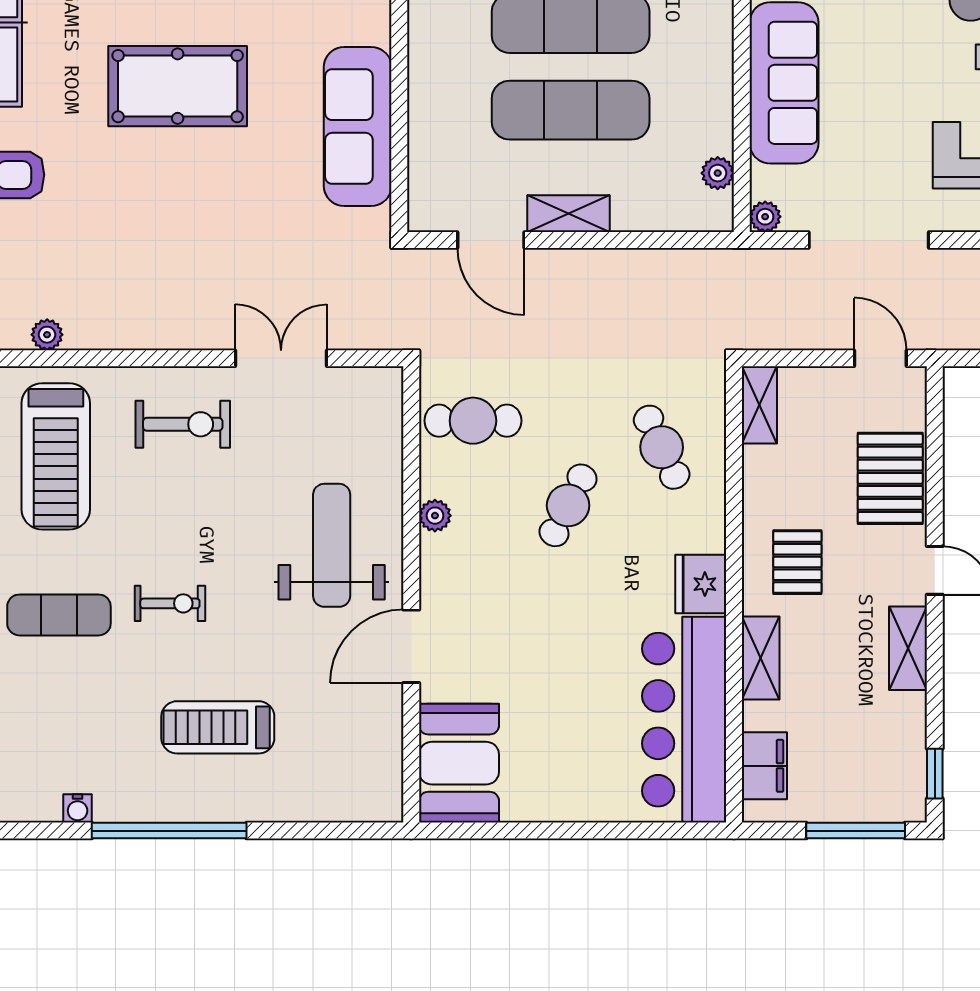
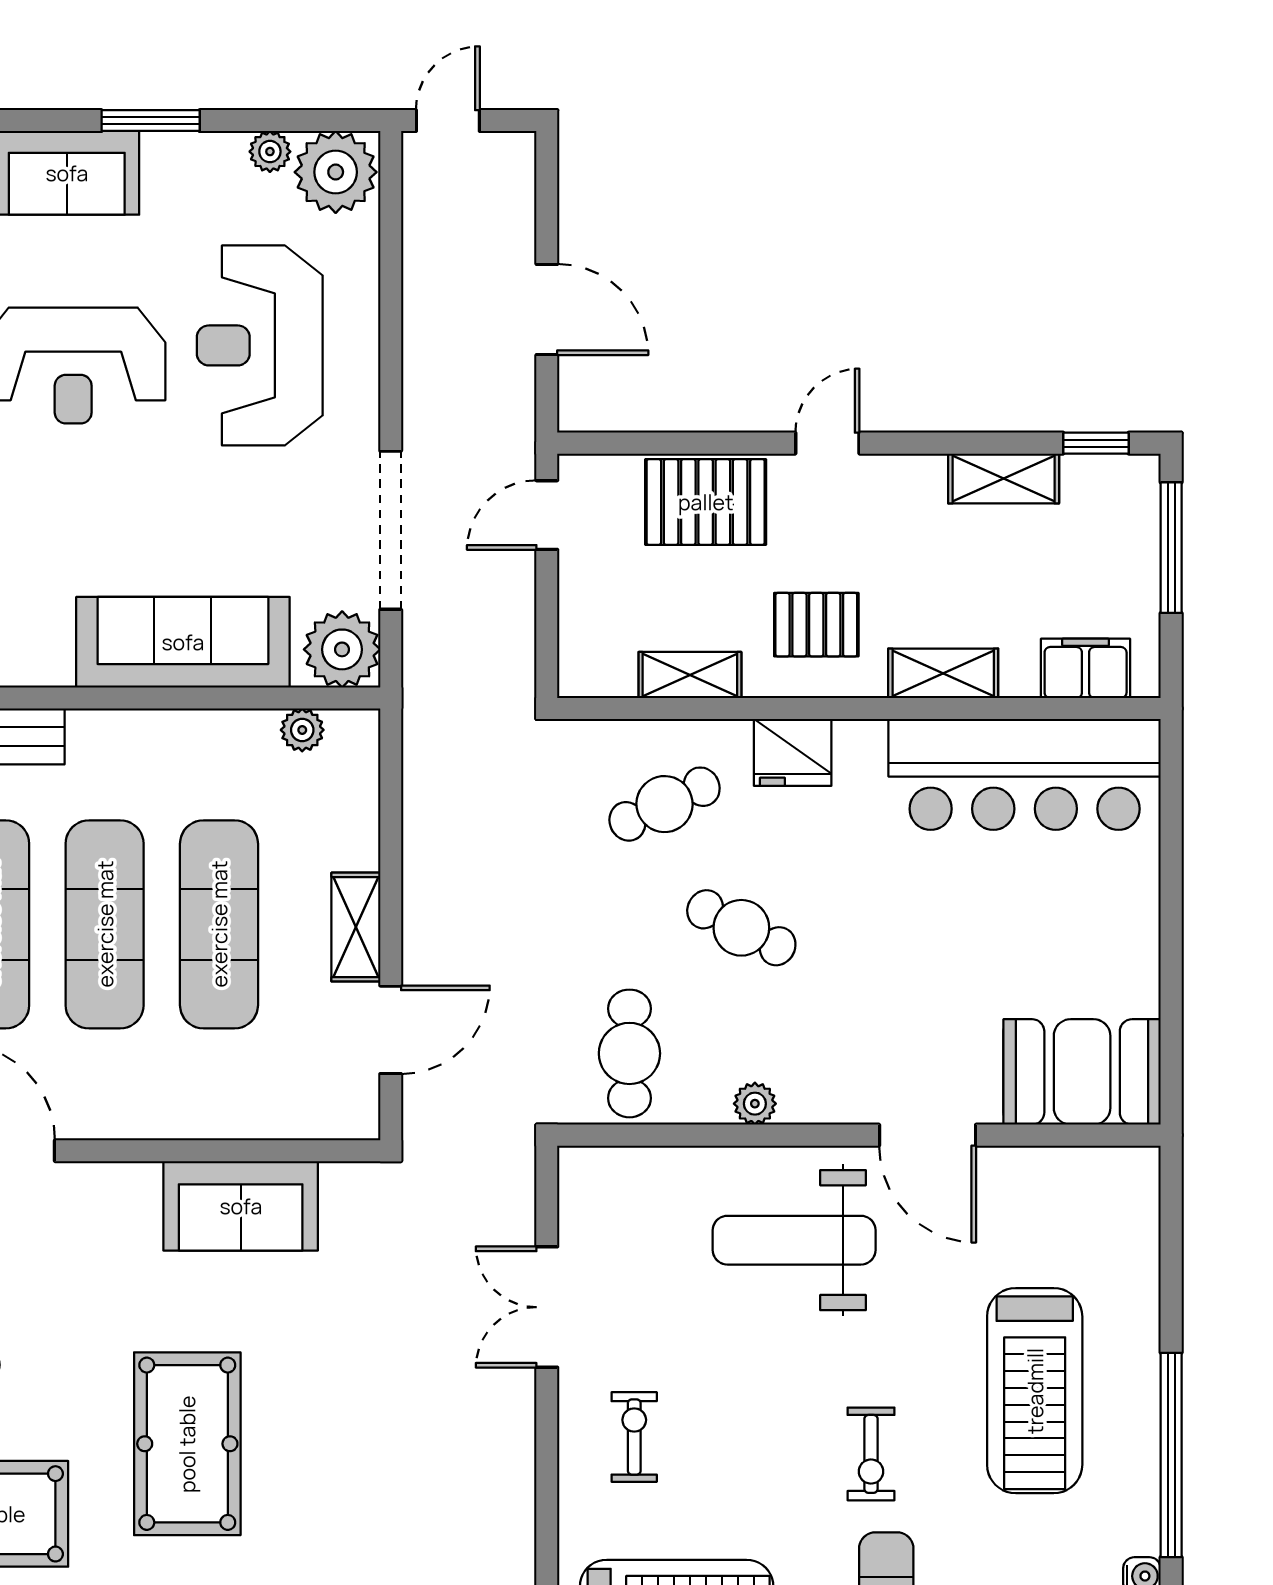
sofa: (358, 126) -> (241, 1206), width x0.73
plant: (765, 217) -> (342, 649), width x1.88, depth x1.88
shelving: (759, 405) -> (690, 675), moved
exercise bike: (183, 424) -> (634, 1437), width x0.73, depth x0.72
fridge: (701, 584) -> (793, 752), moved
exercise bike: (170, 603) -> (871, 1454), turned 180
shelving: (908, 648) -> (1004, 479), moved
treadmill: (218, 727) -> (1035, 1391), width x1.37, depth x1.38

